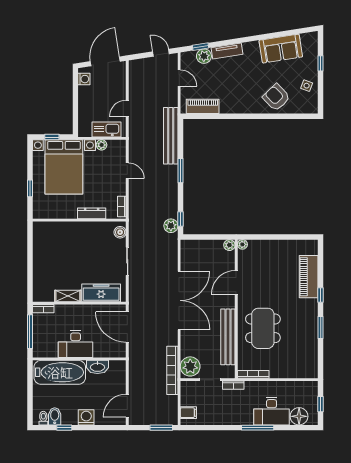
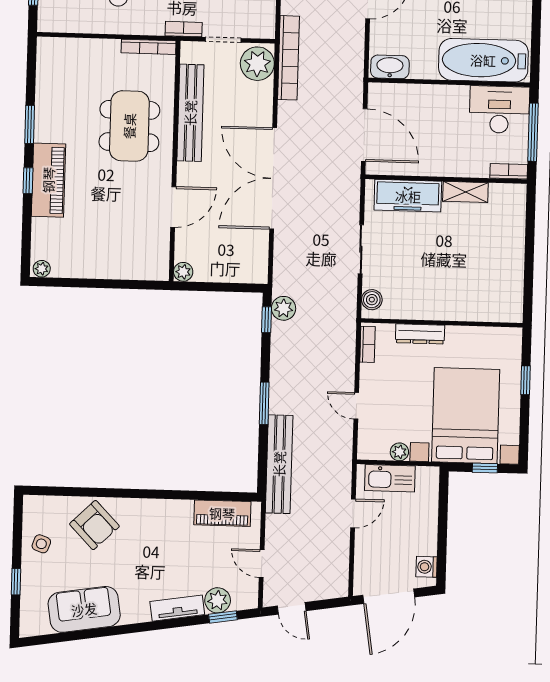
plant: (242, 244) -> (42, 269), moved
piano: (309, 277) -> (48, 180), moved
desk: (76, 344) -> (499, 110), moved
washbasin: (97, 367) -> (390, 67), moved

